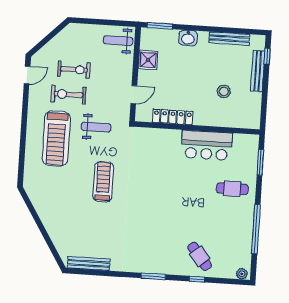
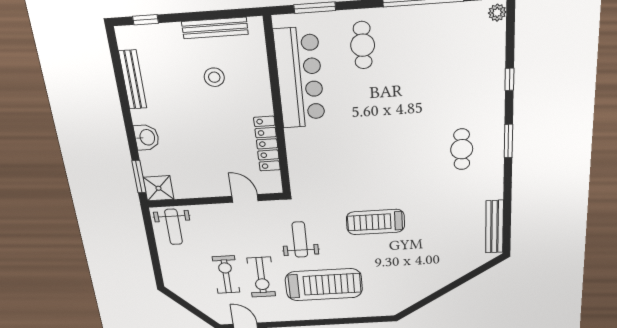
shower: (148, 60) -> (159, 188), moved
bench: (258, 71) -> (215, 28), moved
bar counter: (207, 145) -> (300, 78), width x1.36
cafe table: (200, 256) -> (462, 149), moved, turned -51

